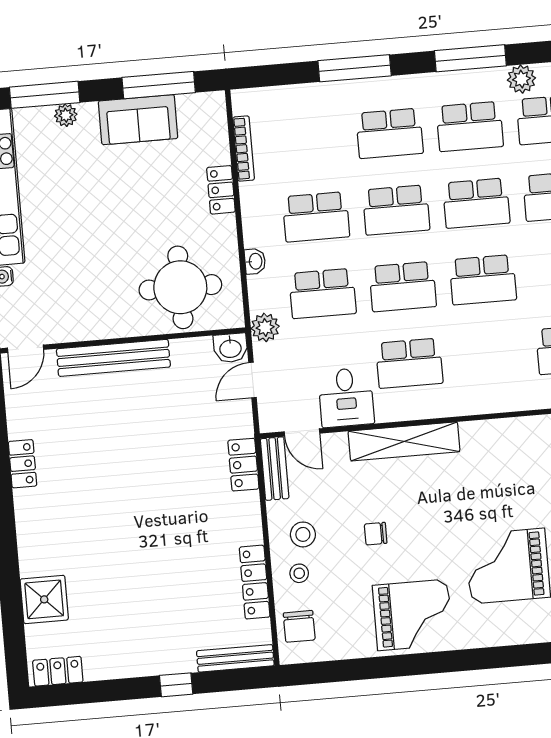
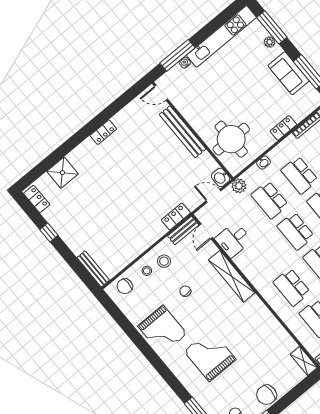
school desk: (409, 363) -> (292, 287), moved
locker: (22, 464) -> (103, 132), moved
locker: (255, 582) -> (130, 255), removed
window: (176, 685) -> (49, 233), moved

